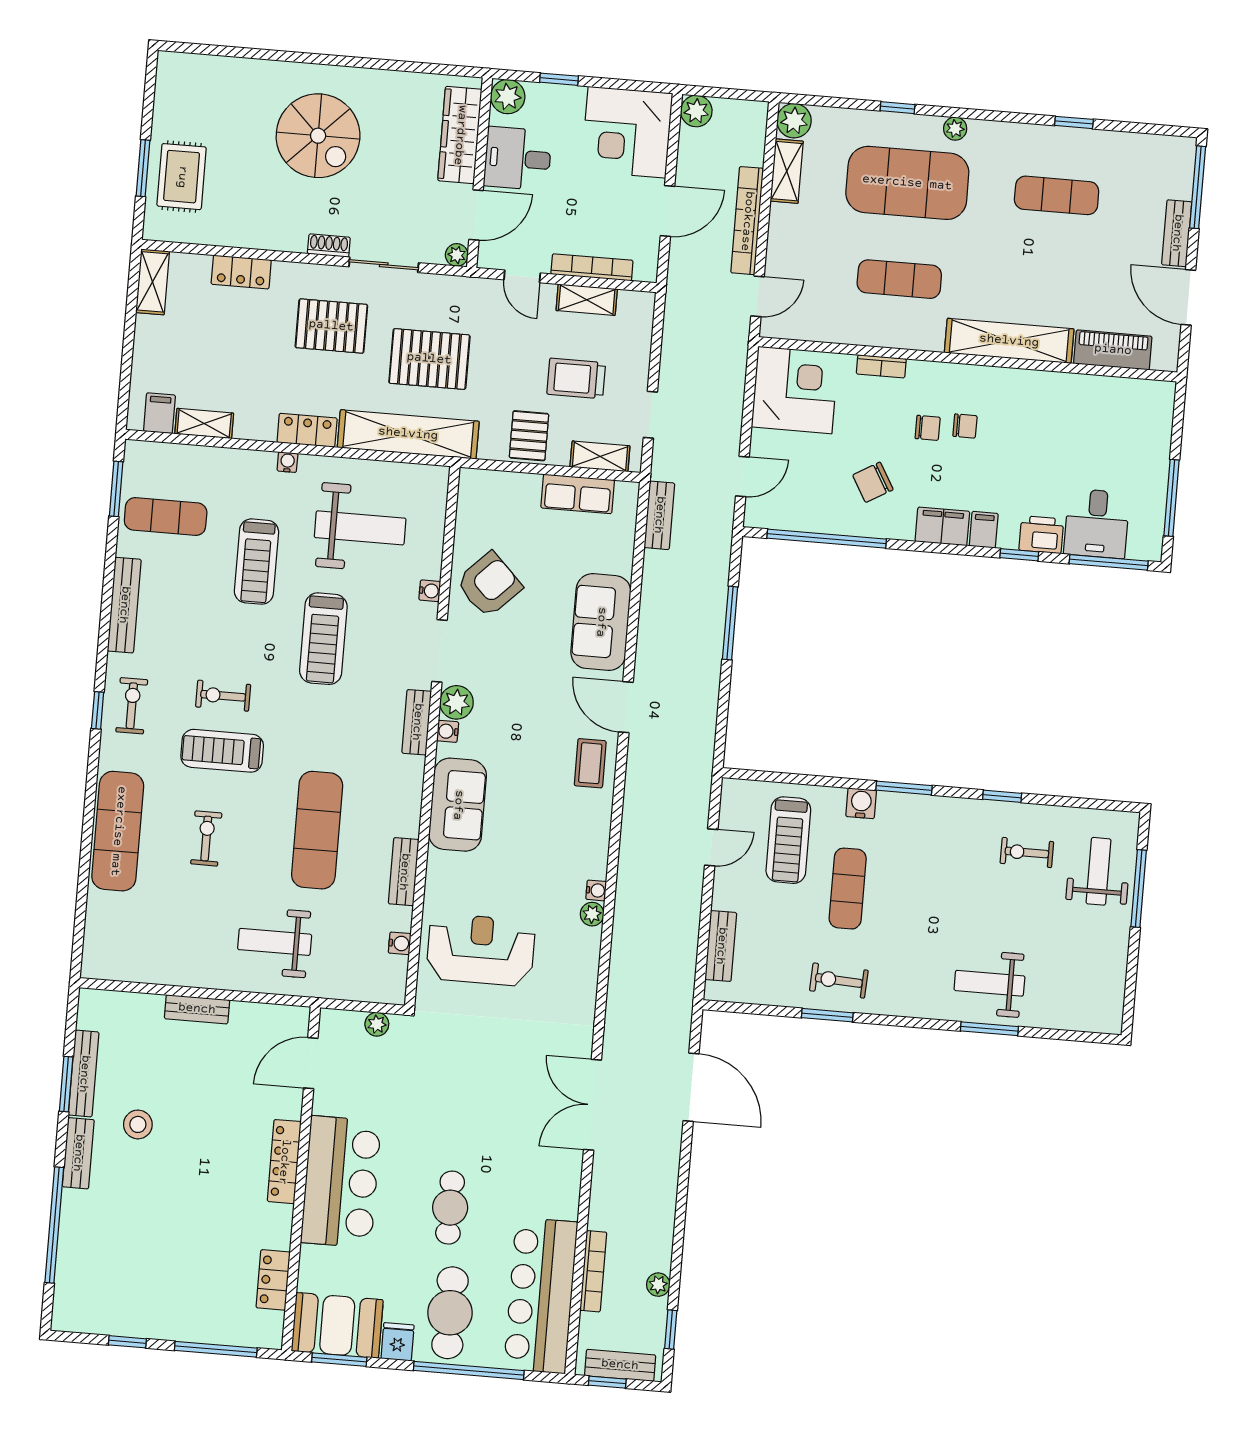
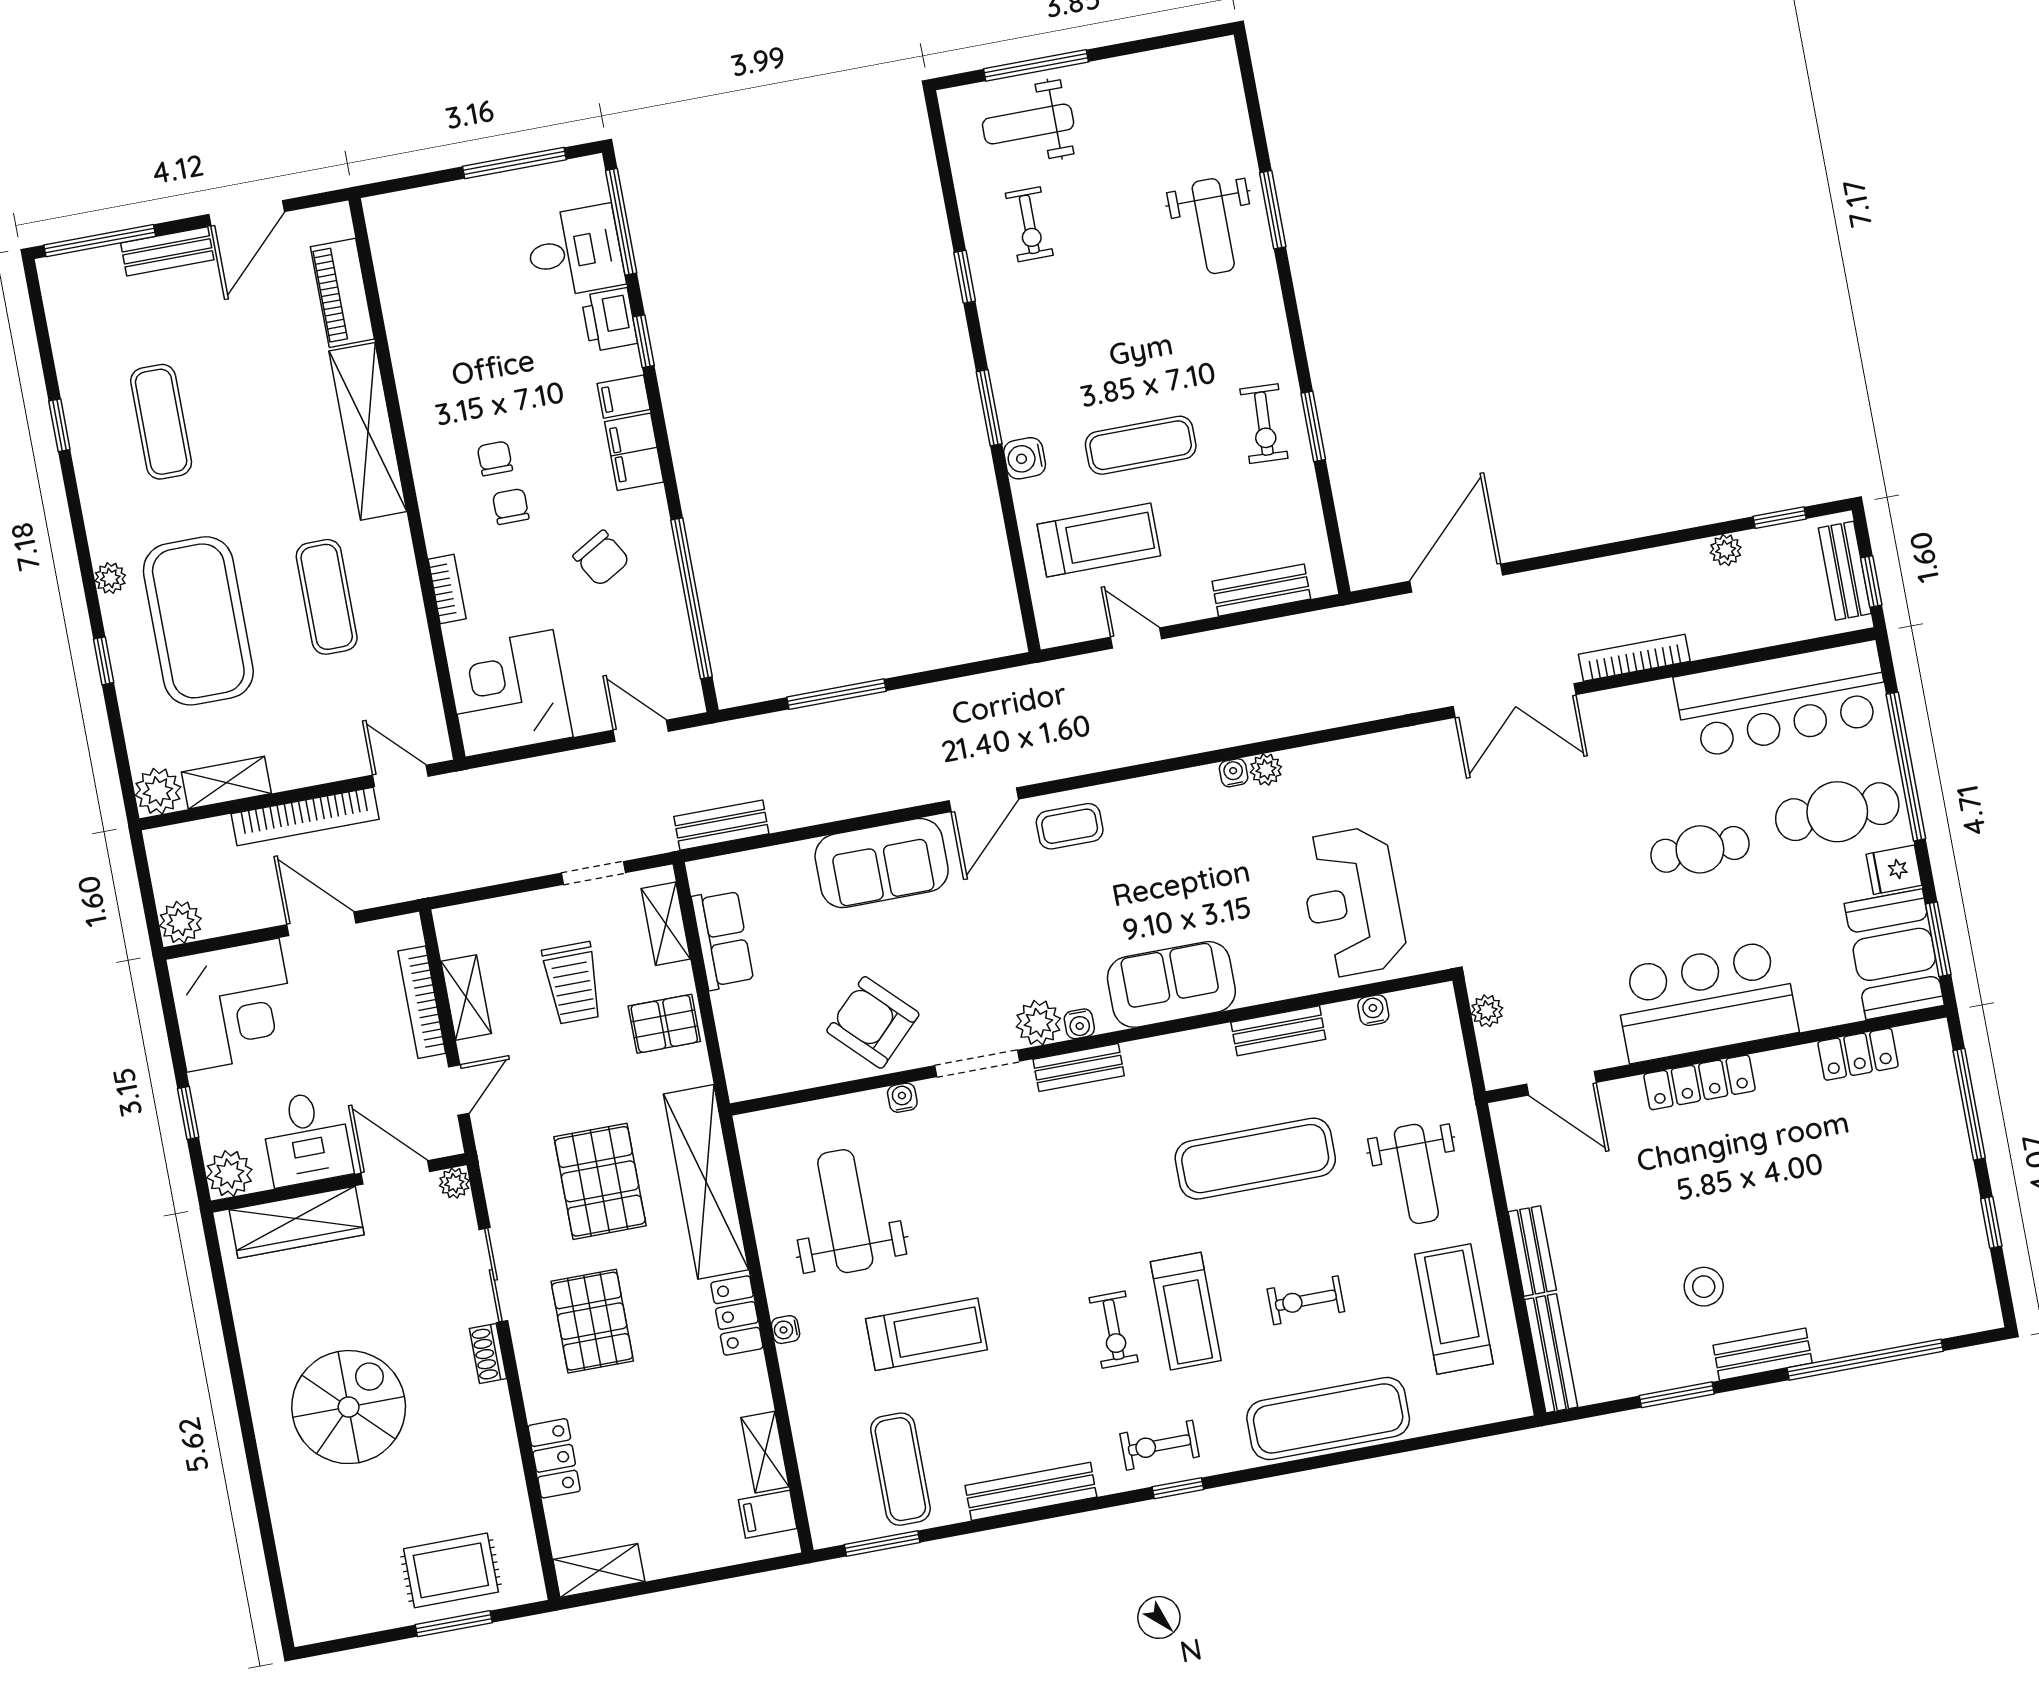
treadmill: (323, 639) -> (1454, 1309), moved, turned -90
bench: (84, 1074) -> (1551, 1353), moved, turned 90
bookcase: (593, 1271) -> (1634, 658), moved

